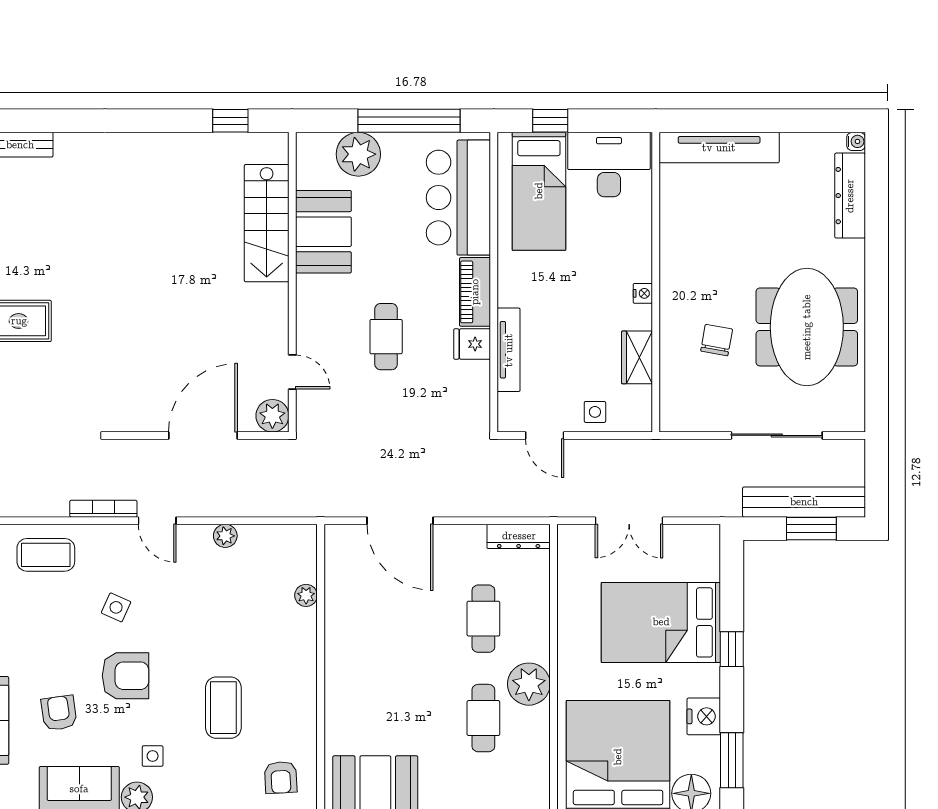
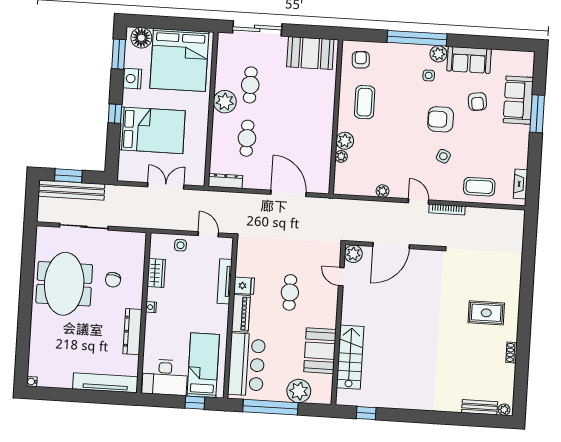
dresser: (850, 196) -> (133, 332), moved, turned 180
plant: (301, 625) -> (345, 141), added
coffee table: (223, 708) -> (365, 102), moved

